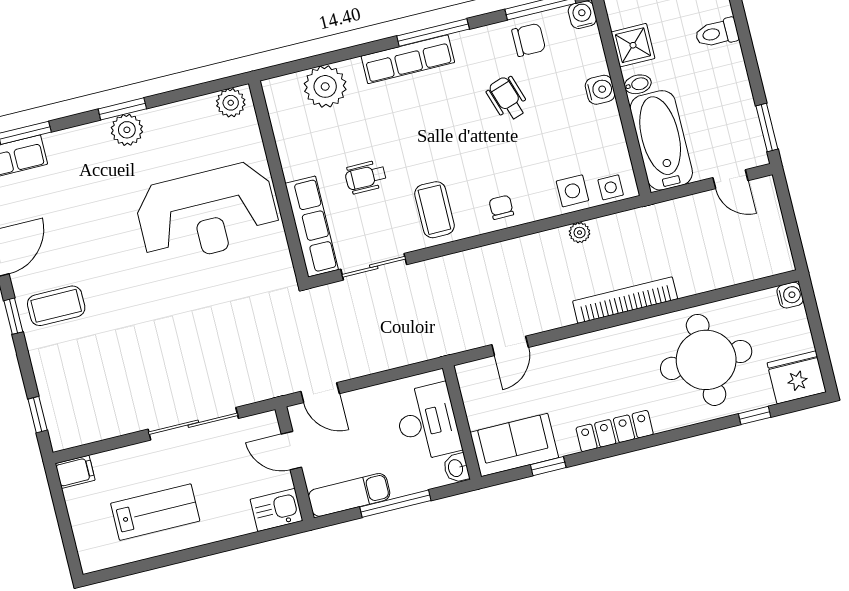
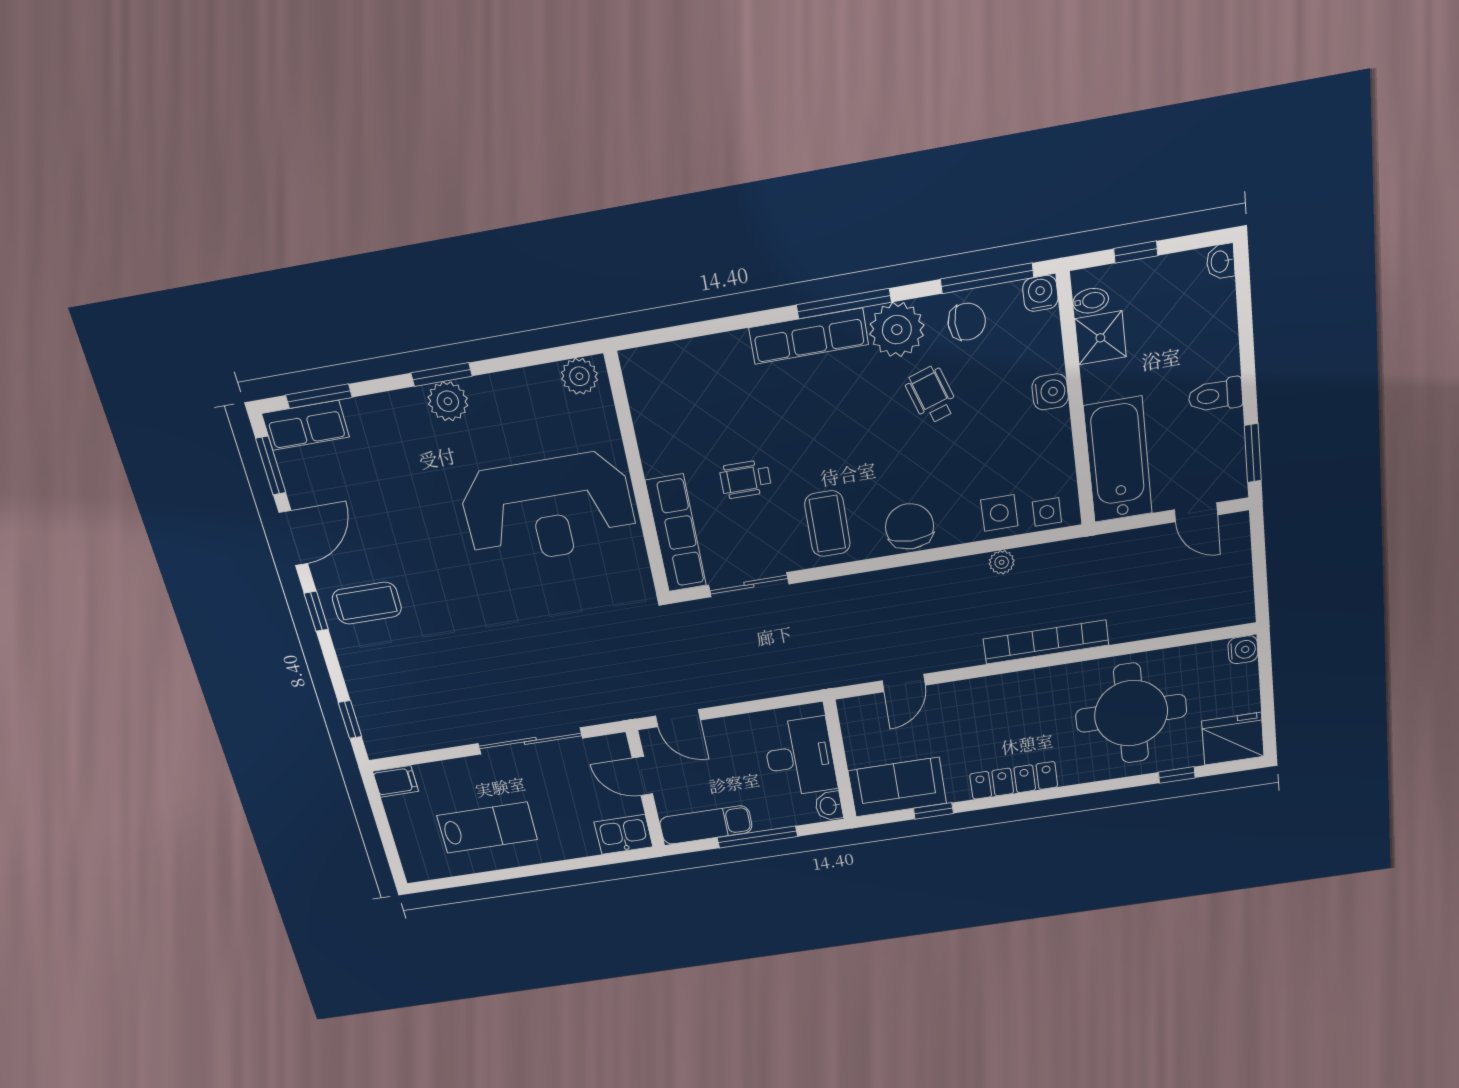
toilet: (717, 33) -> (1215, 395), moved
bidet: (638, 84) -> (1091, 301), moved
plant: (325, 86) -> (897, 330), moved
chair: (501, 207) -> (910, 526), width x1.87, depth x1.87

